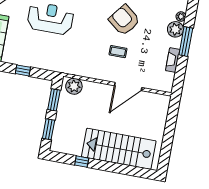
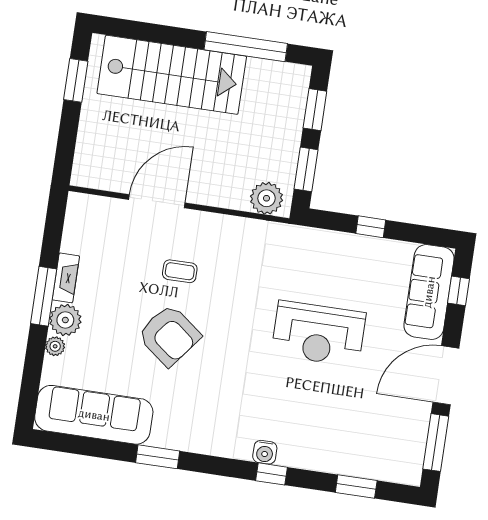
fireplace: (173, 60) -> (66, 278), moved
window: (166, 148) -> (76, 80), added
window: (82, 162) -> (246, 47), width x3.17

